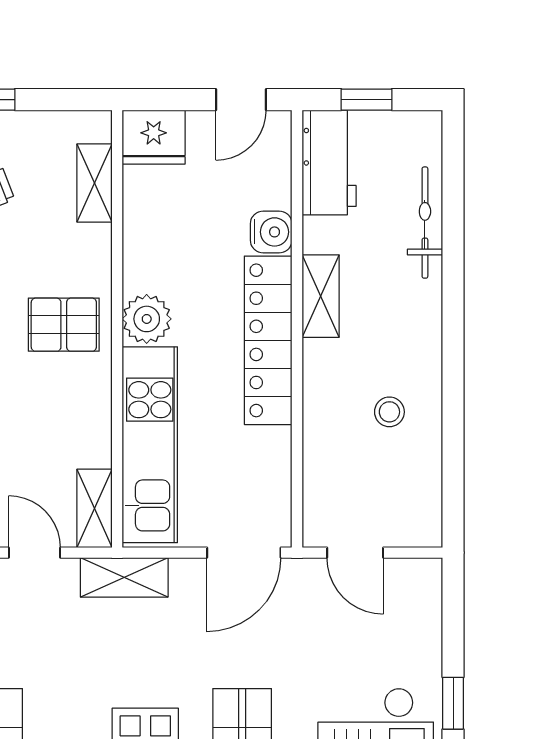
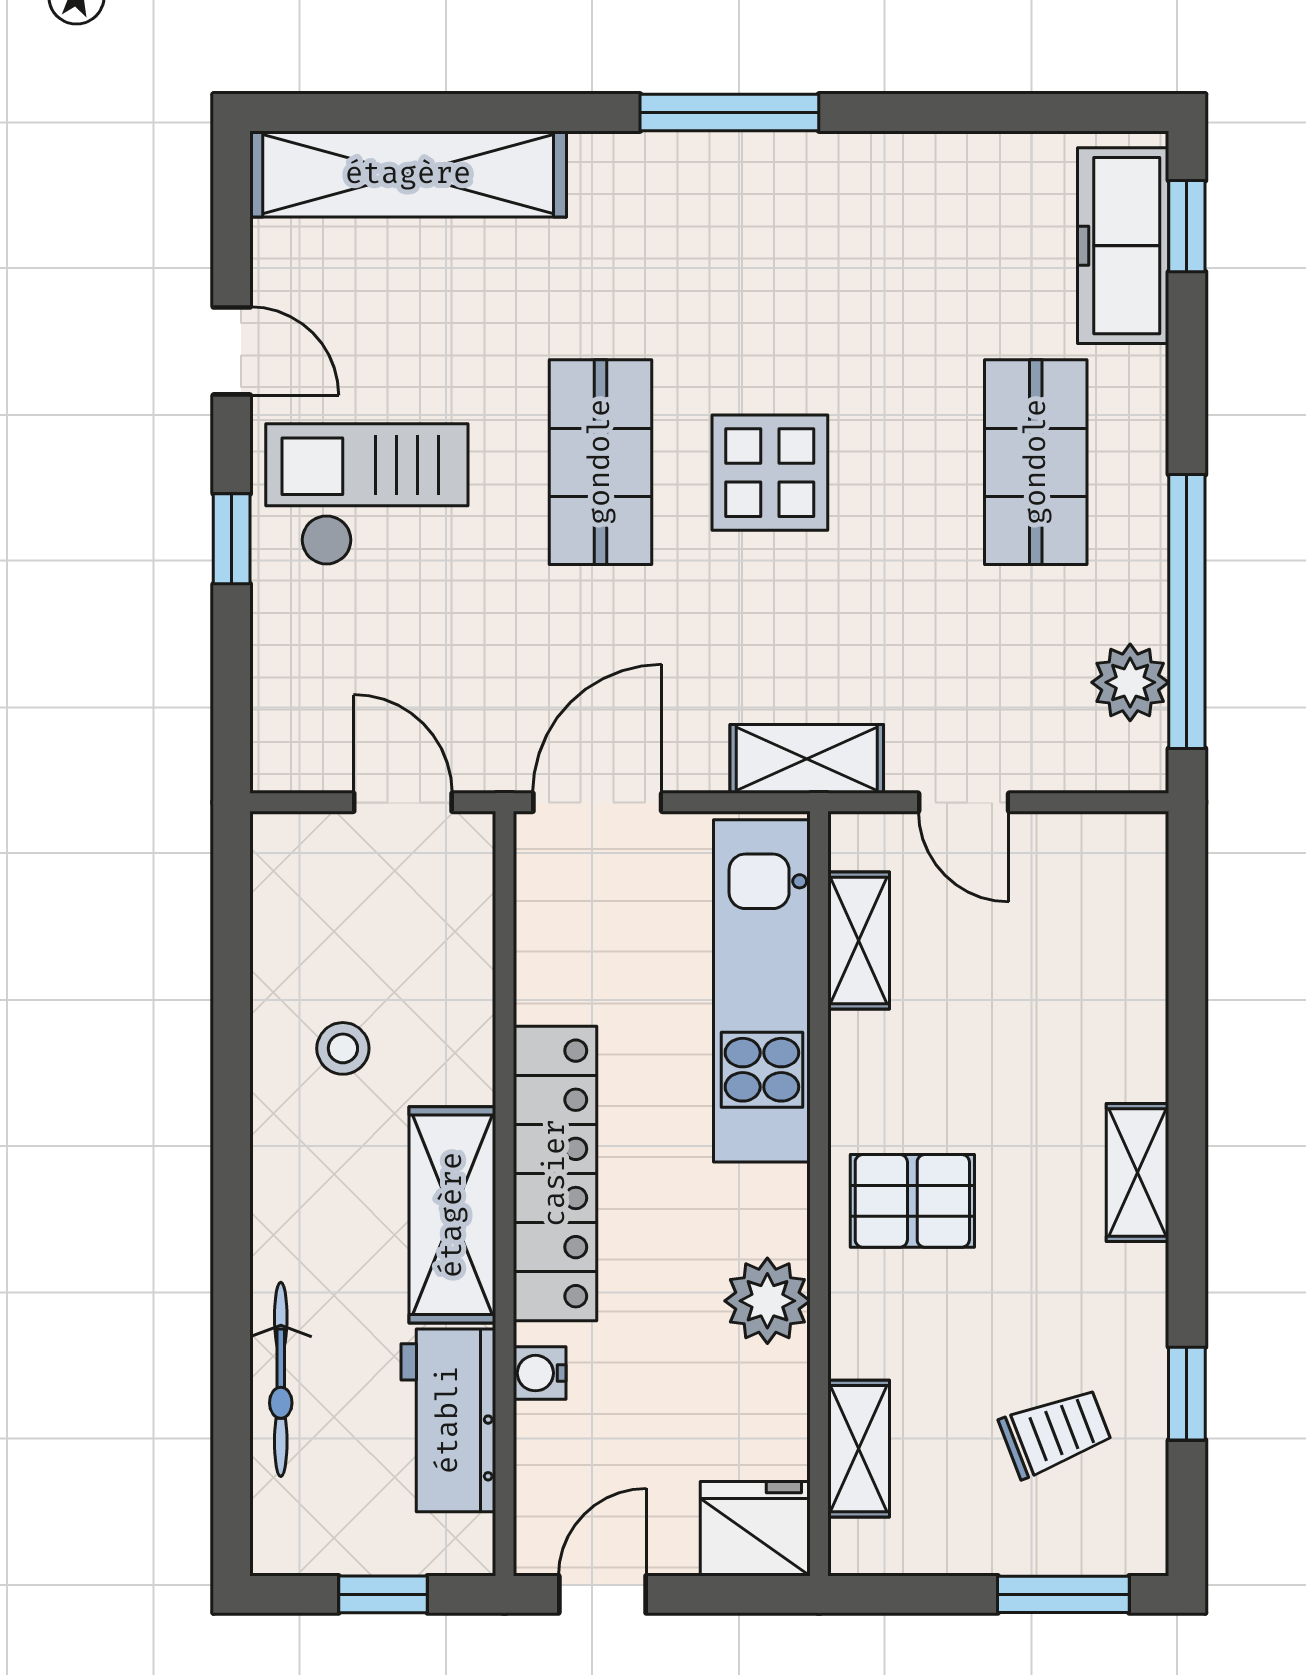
workbench: (329, 162) -> (448, 1420), moved
water cooler: (271, 232) -> (540, 1373), width x0.72, depth x0.72
shelving: (321, 296) -> (452, 1215), width x1.50, depth x1.33
plant: (147, 319) -> (767, 1301), moved
shelving: (95, 508) -> (859, 940), moved

